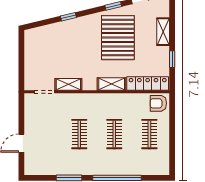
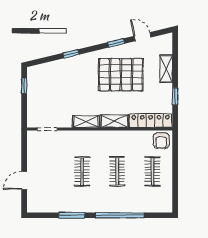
pallet: (118, 38) -> (121, 75), turned 90
window: (21, 49) -> (24, 86), added
shelving: (68, 84) -> (86, 122), moved
armchair: (158, 103) -> (161, 141), turned -87

